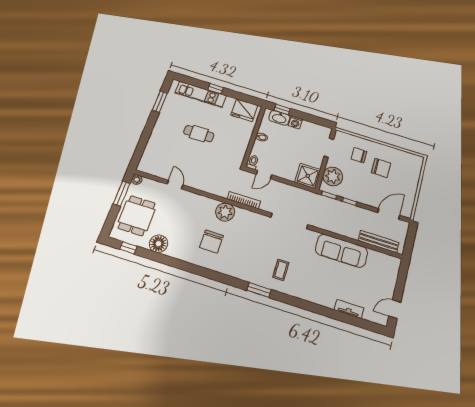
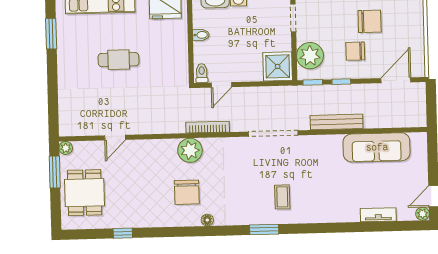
chair: (359, 155) -> (355, 51), moved
door: (175, 185) -> (115, 138), swing flipped
bench: (379, 242) -> (337, 122), moved
floor lamp: (158, 244) -> (207, 220), moved, width x0.53, depth x0.53
window: (128, 248) -> (123, 233), moved
sofa: (342, 251) -> (377, 147), moved
plant: (383, 320) -> (423, 214), added

